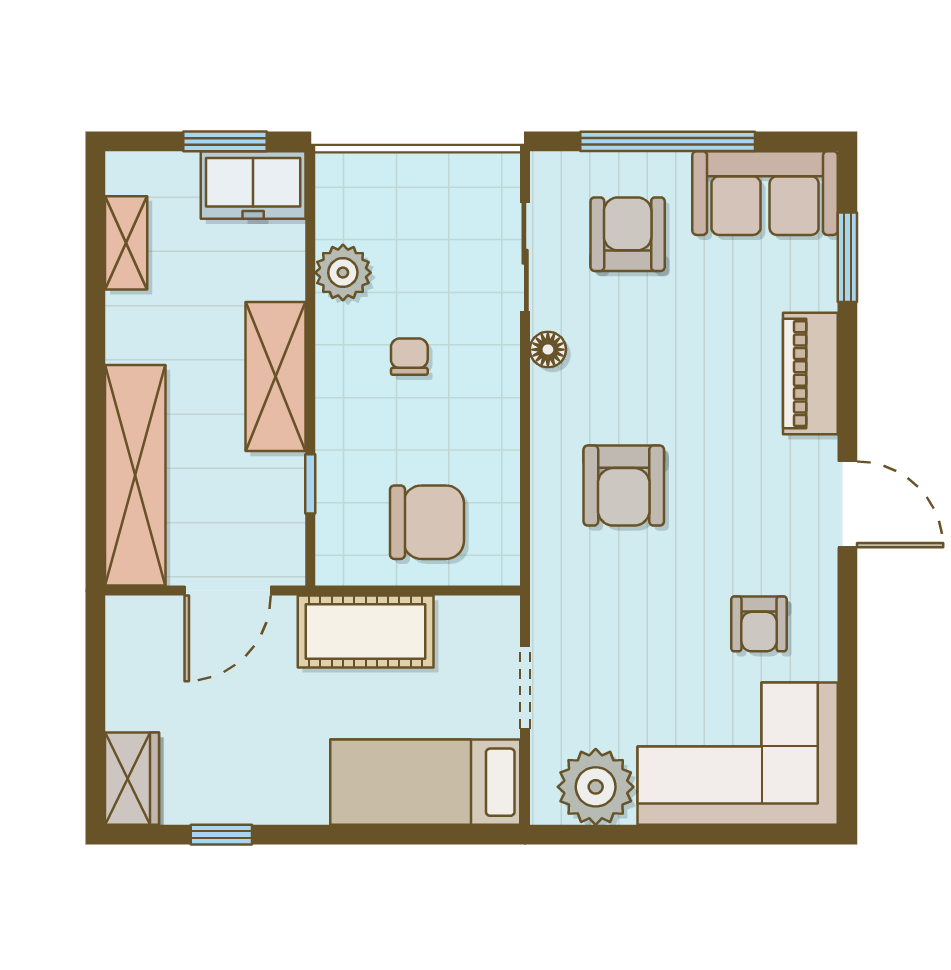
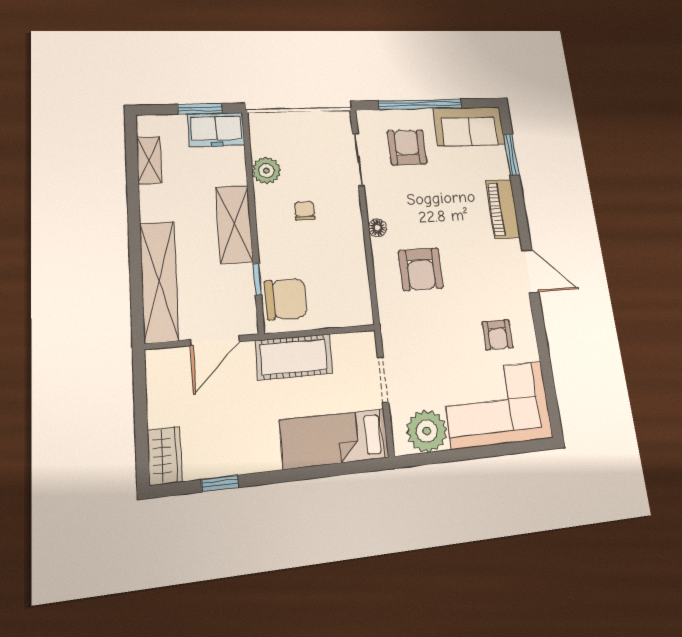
floor lamp: (548, 350) -> (378, 228), moved
chair: (427, 522) -> (286, 299), moved

